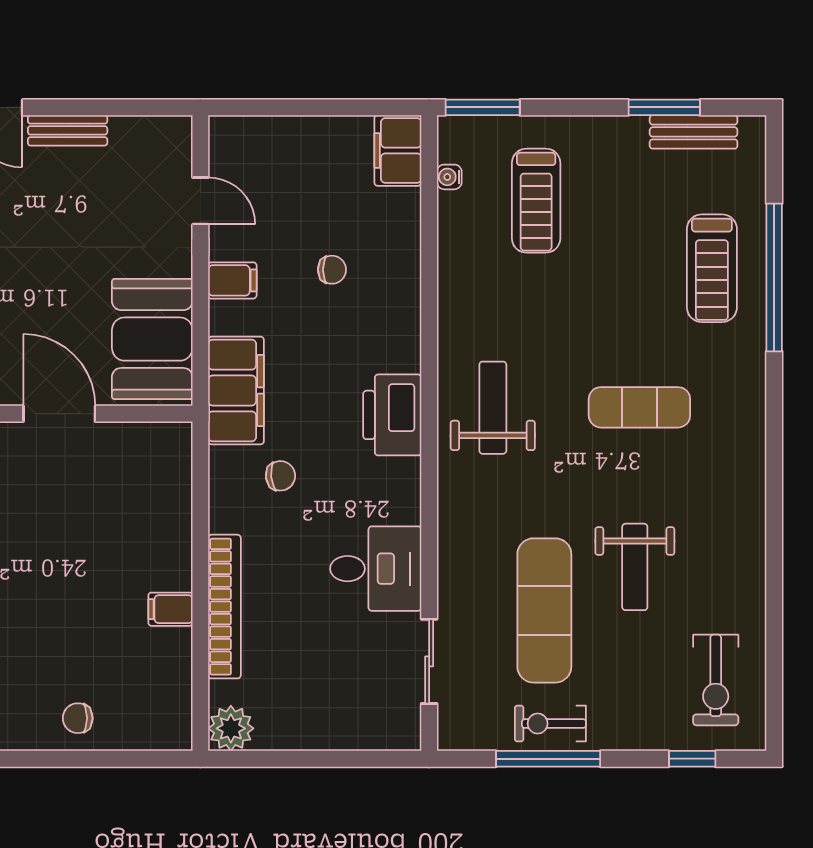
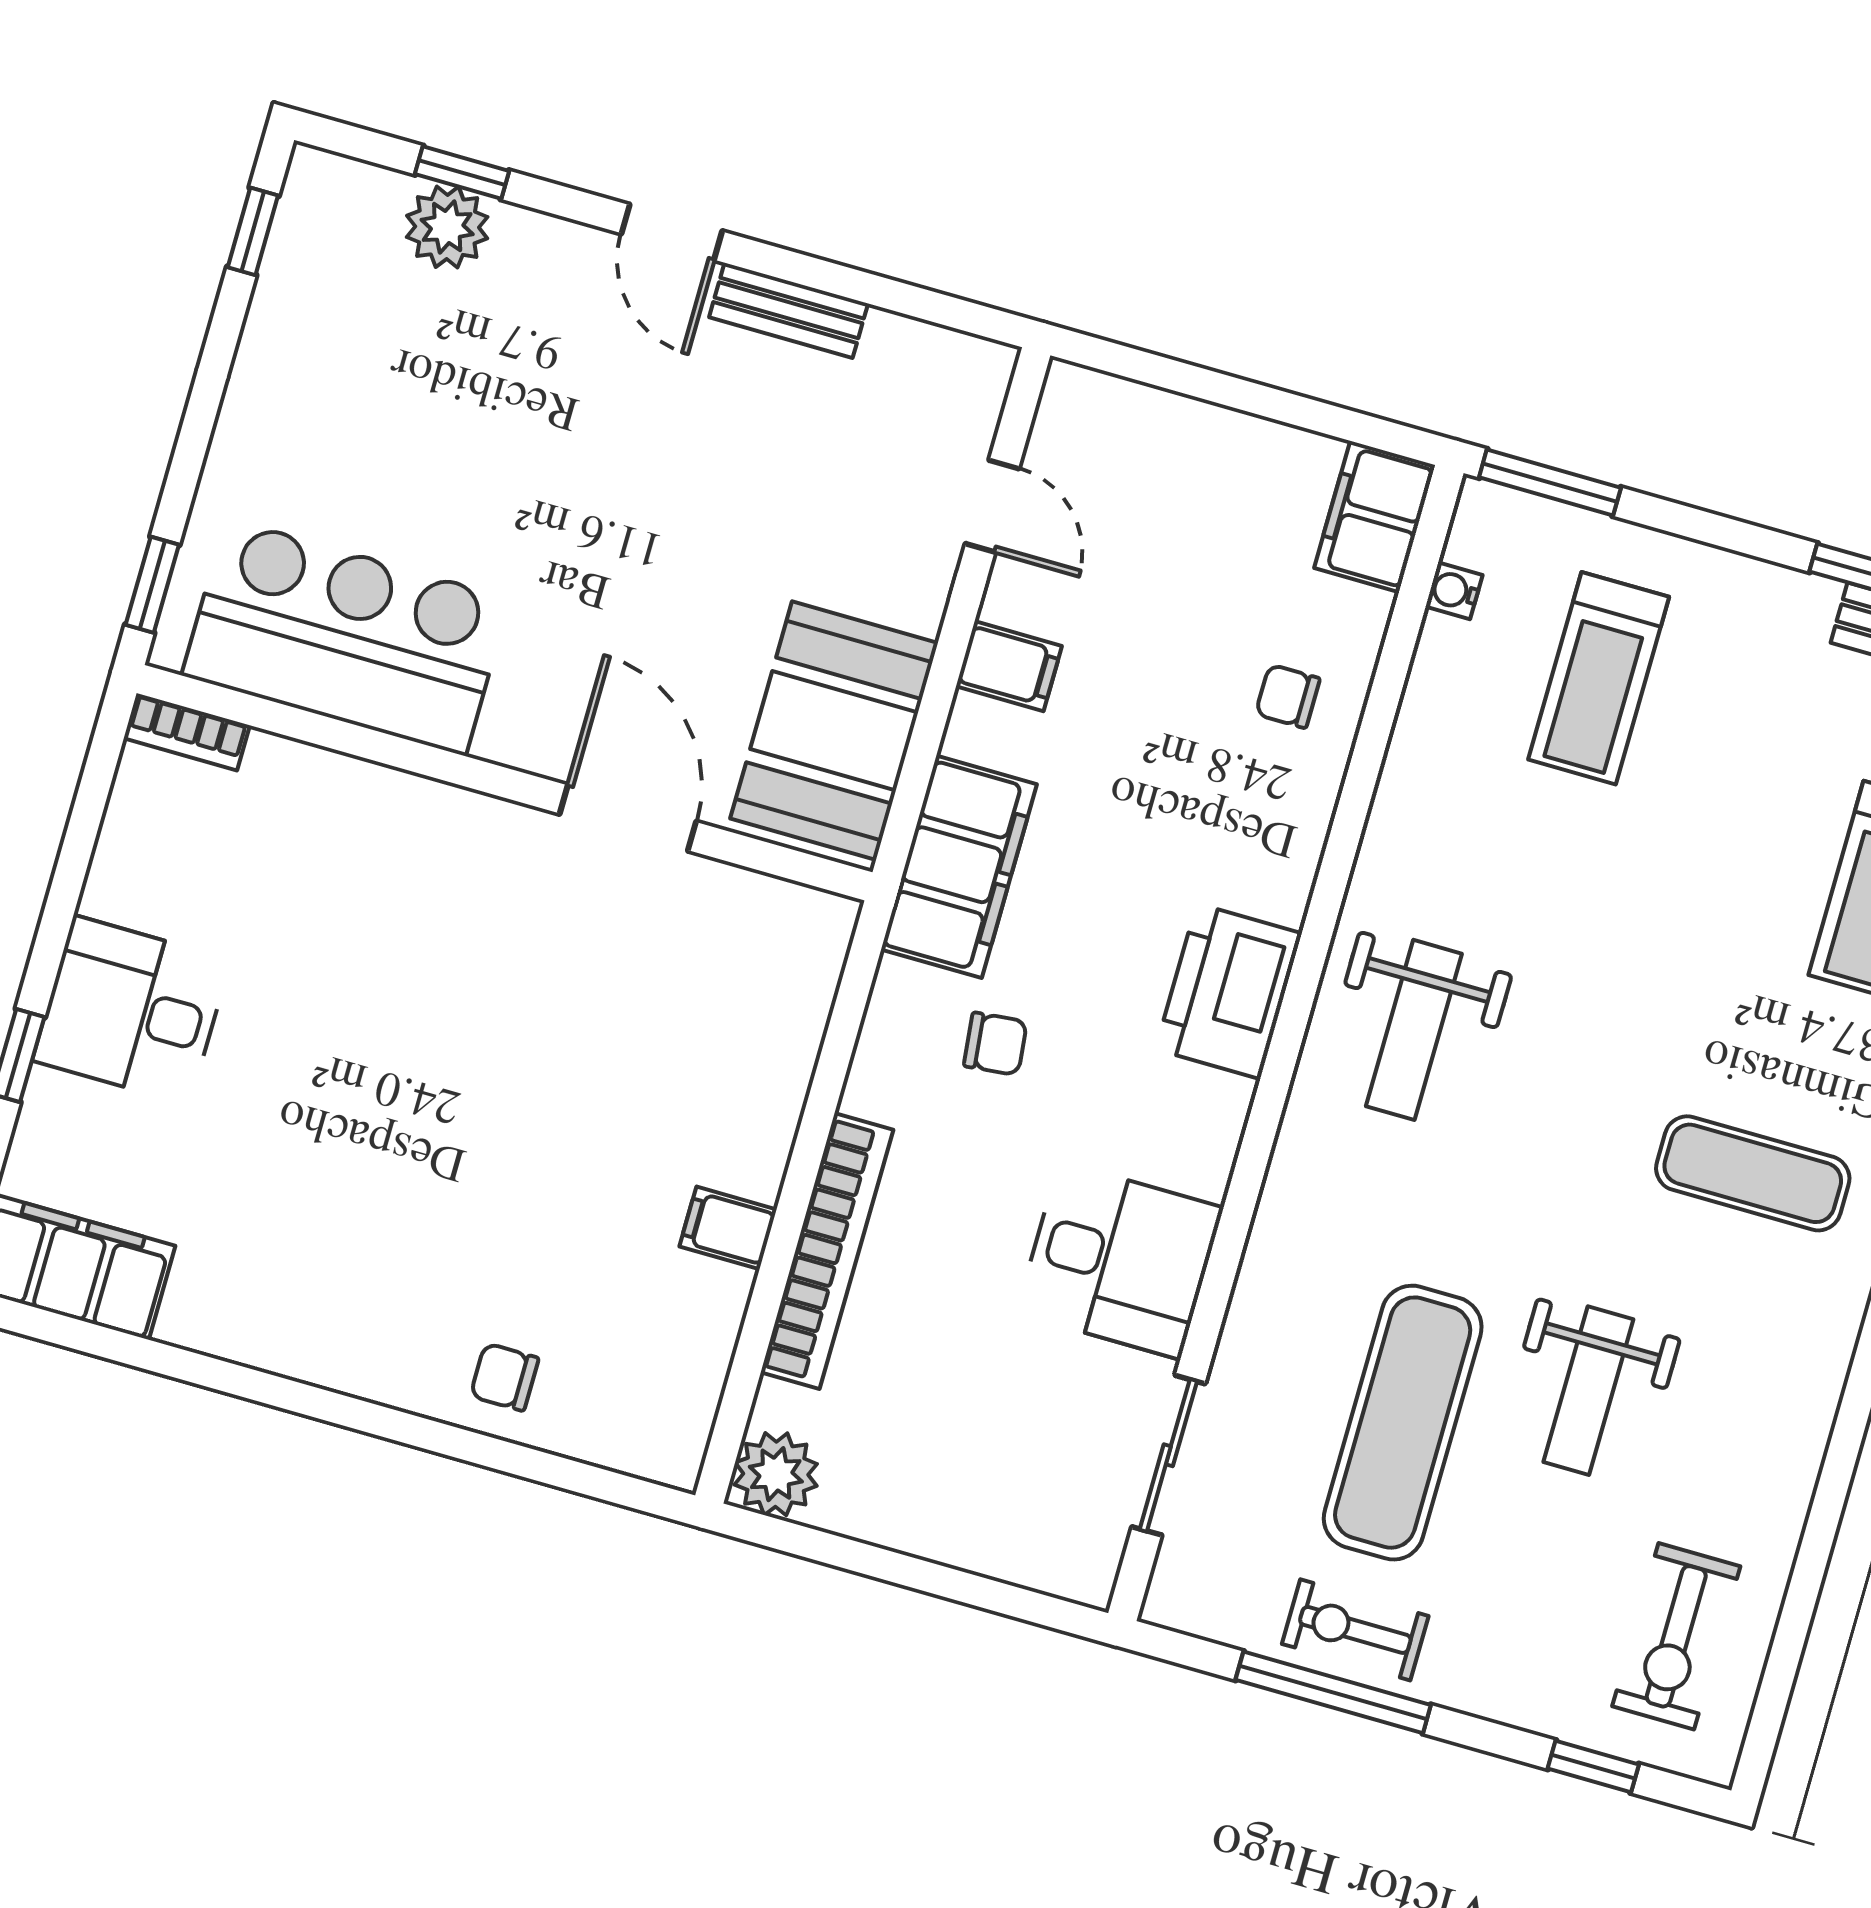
chair: (332, 270) -> (1288, 696), moved, turned 180
exercise mat: (639, 407) -> (1753, 1173), moved
weight bench: (493, 408) -> (1414, 1030), turned 180

